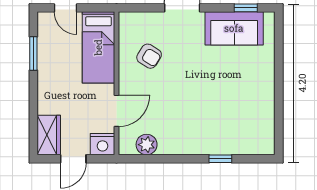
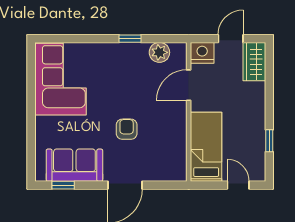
window: (33, 54) -> (269, 141), width x0.67
armchair: (149, 56) -> (127, 129), moved, turned 58
corner sofa: (248, 117) -> (61, 79), added
window: (220, 159) -> (130, 39), moved

